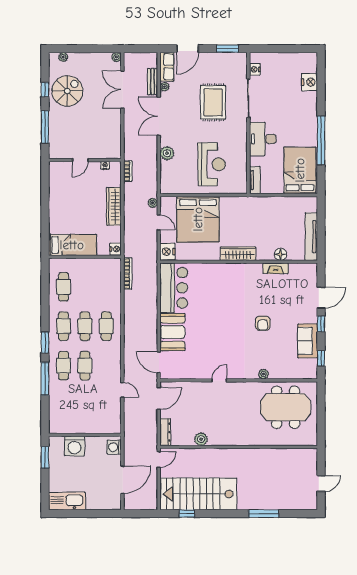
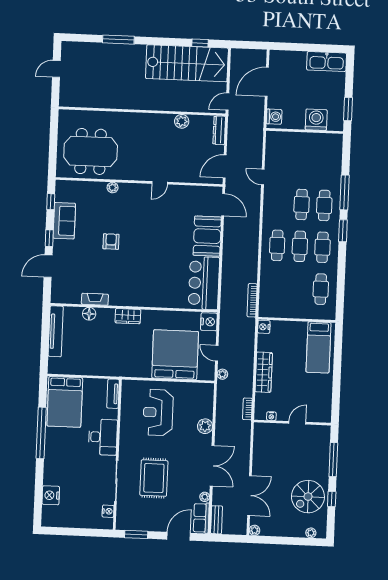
bench: (152, 82) -> (217, 520), moved
bed: (72, 245) -> (318, 347), moved, turned -90
wardrobe: (238, 254) -> (128, 316), width x0.67

